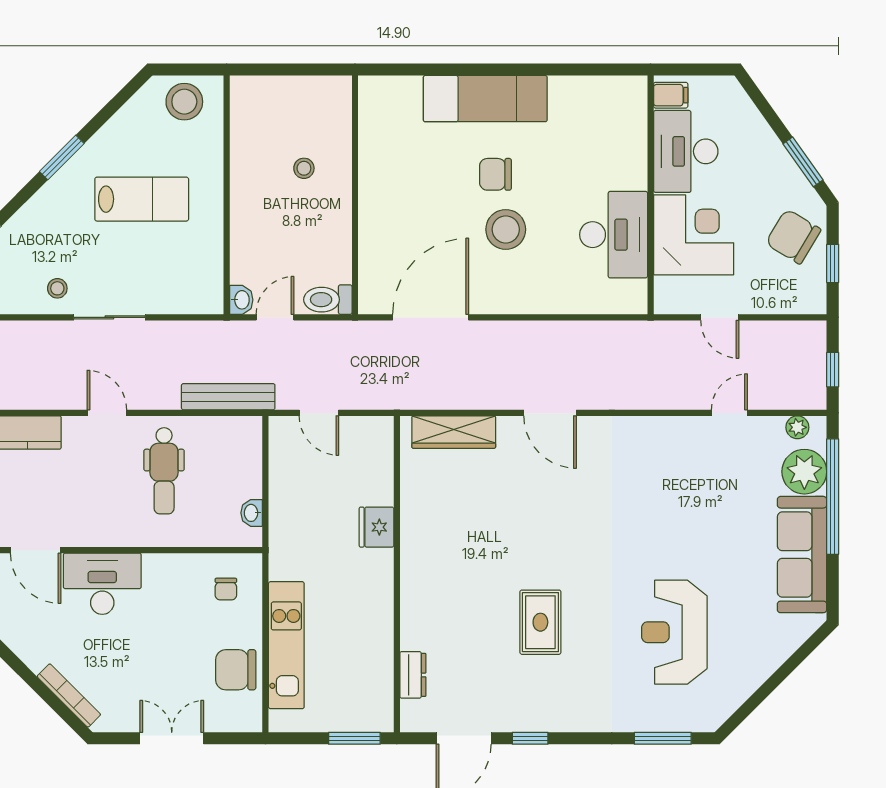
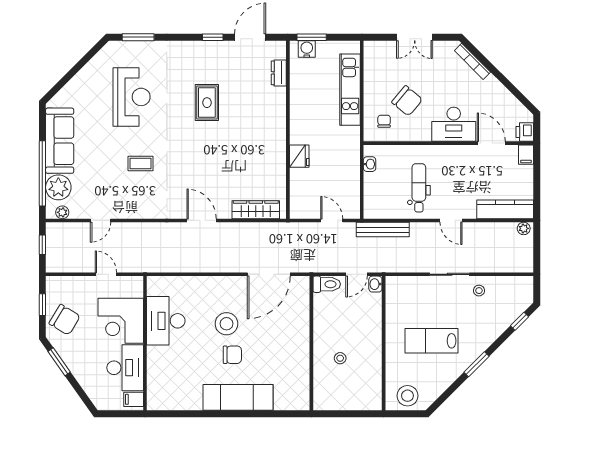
coffee table: (658, 514) -> (141, 163), added
chair: (236, 670) -> (407, 101), moved, turned 40
water cooler: (363, 717) -> (307, 49), added

